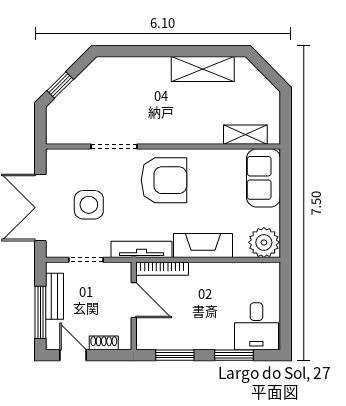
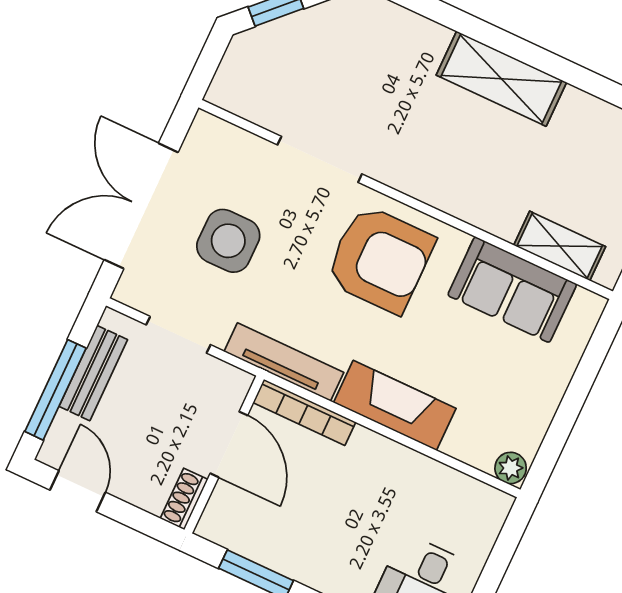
shelving: (203, 69) -> (501, 79), moved
sofa: (264, 178) -> (512, 290), moved, turned -90
plant: (264, 242) -> (511, 468), width x0.53, depth x0.53
shoe rack: (104, 343) -> (184, 499), moved, turned -90

